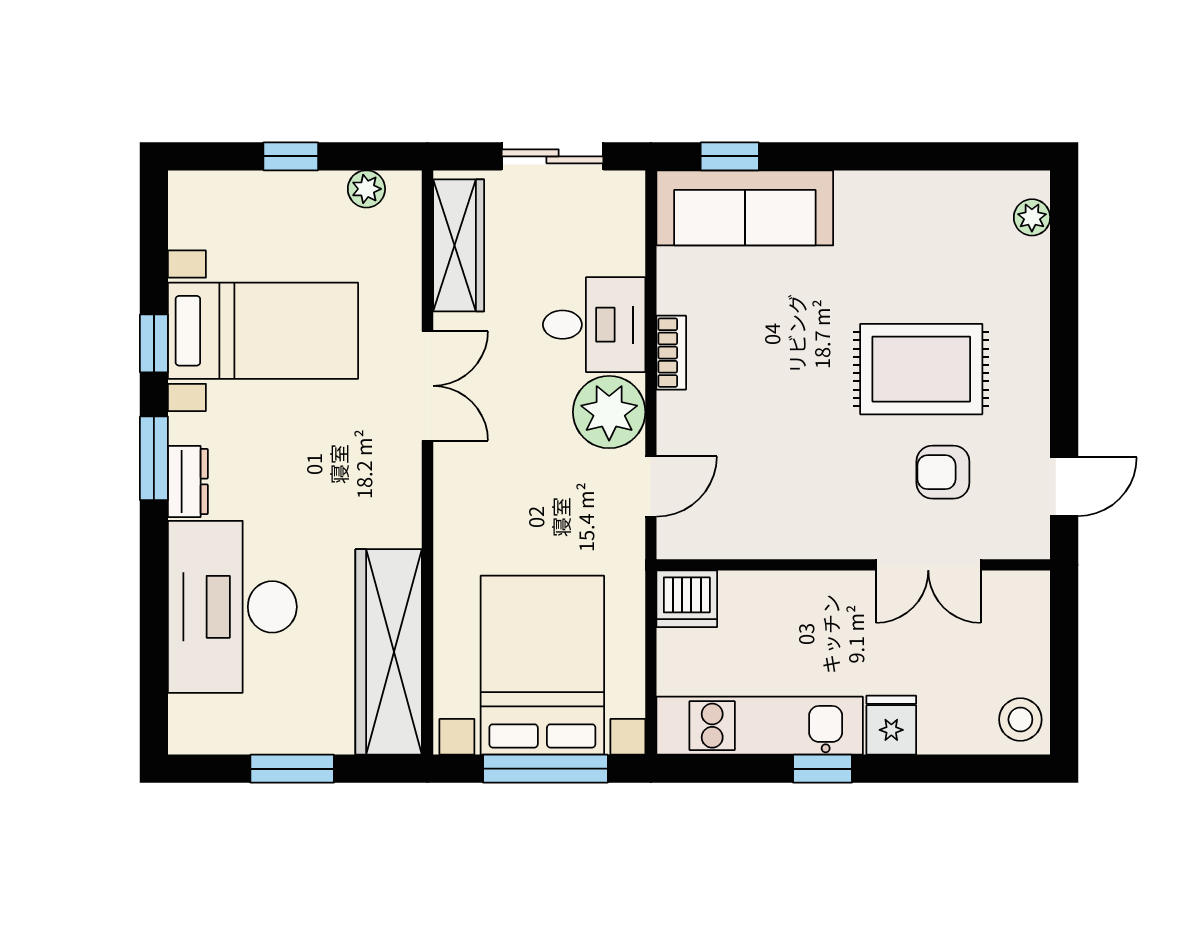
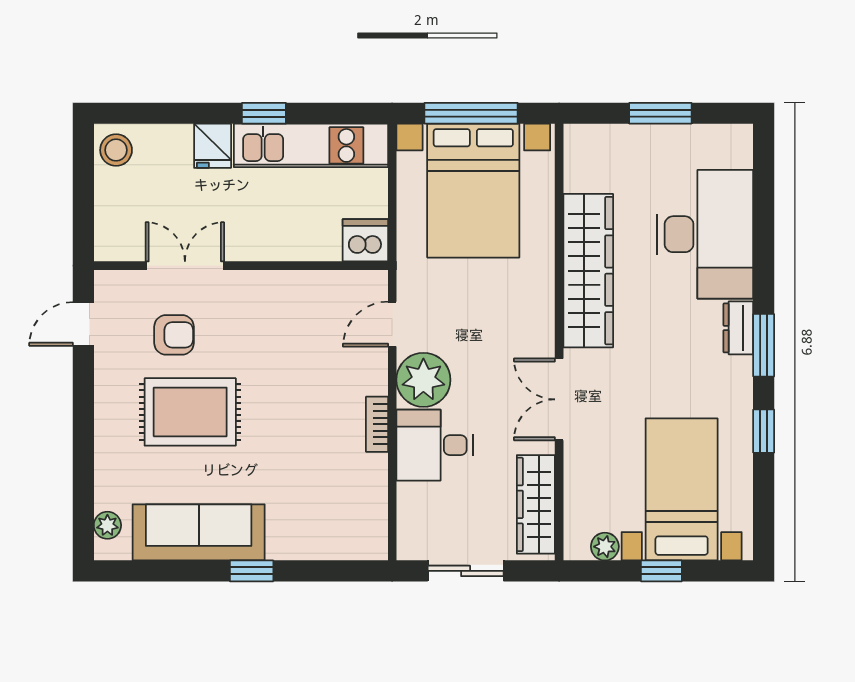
window: (730, 156) -> (252, 571), moved
sofa: (745, 208) -> (199, 532), moved
bed with nightstands: (263, 331) -> (682, 489), moved, turned 90
wardrobe: (389, 652) -> (588, 271), moved

